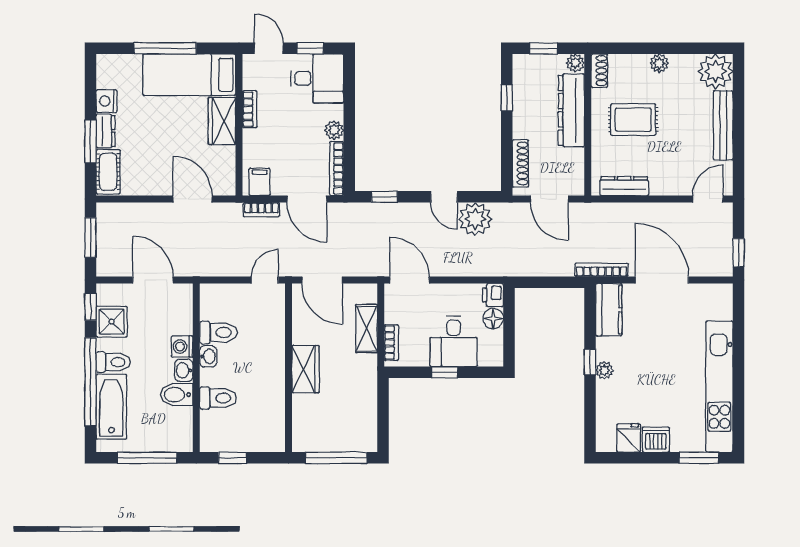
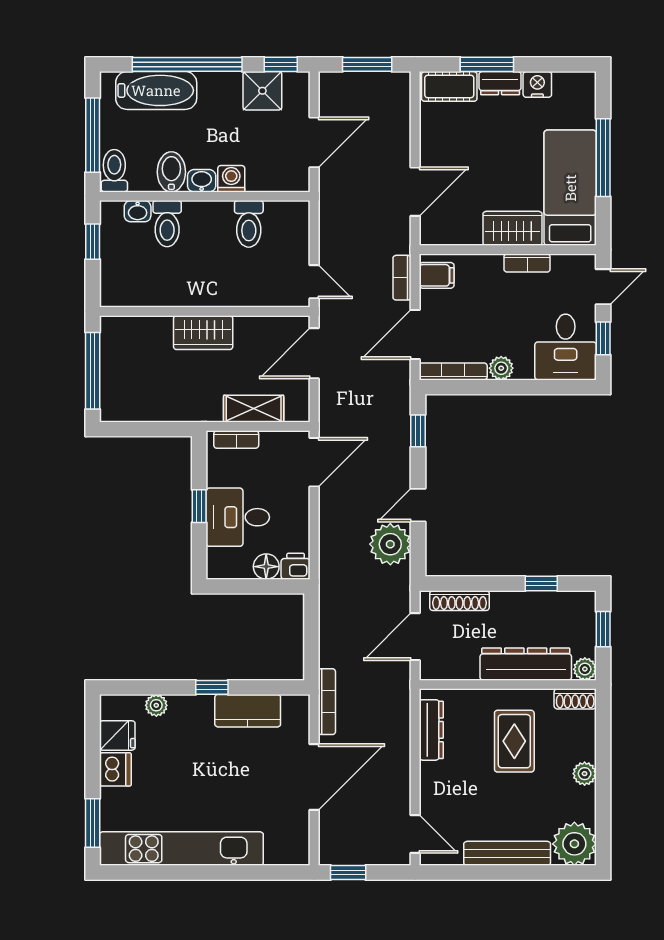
kitchen counter: (609, 310) -> (248, 711), moved
washbasin: (208, 356) -> (138, 211), moved
toilet: (113, 362) -> (114, 171), moved, turned 180
plant: (604, 370) -> (156, 705), moved

